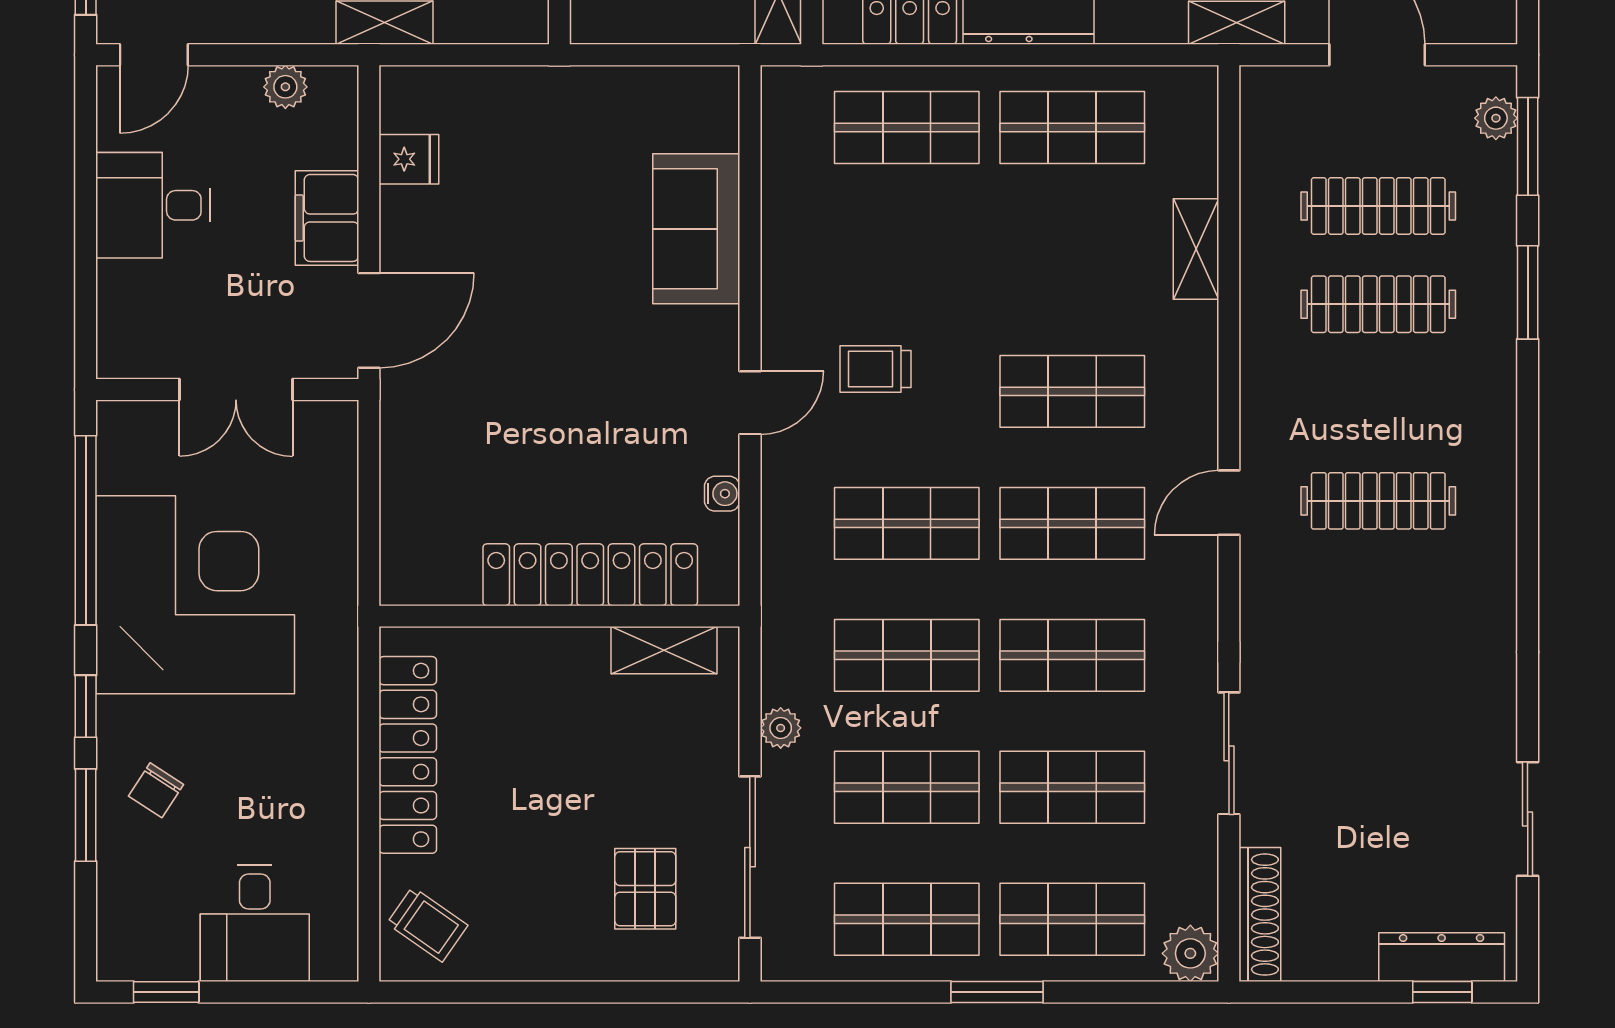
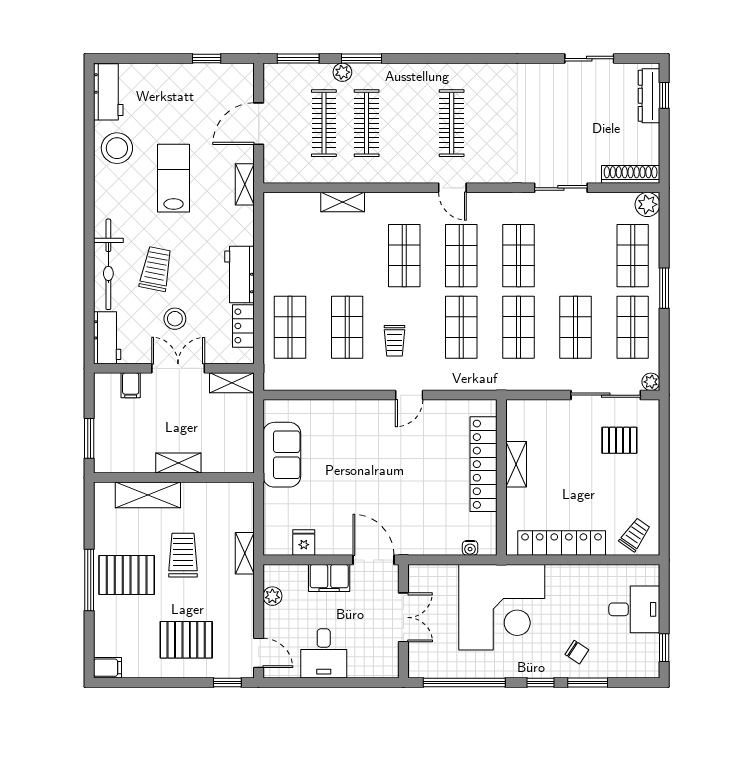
plant: (1496, 118) -> (342, 72), moved
shop shelf: (1072, 128) -> (347, 327), moved
sofa: (696, 229) -> (282, 455), moved, turned -90
door: (750, 403) -> (409, 395), swing flipped
water cooler: (722, 494) -> (470, 548), moved, turned 180
corner desk: (195, 595) -> (502, 607), moved, turned 180
shelving: (664, 650) -> (516, 464), moved
plant: (781, 728) -> (651, 382), moved
shop shelf: (1072, 787) -> (576, 256), removed

